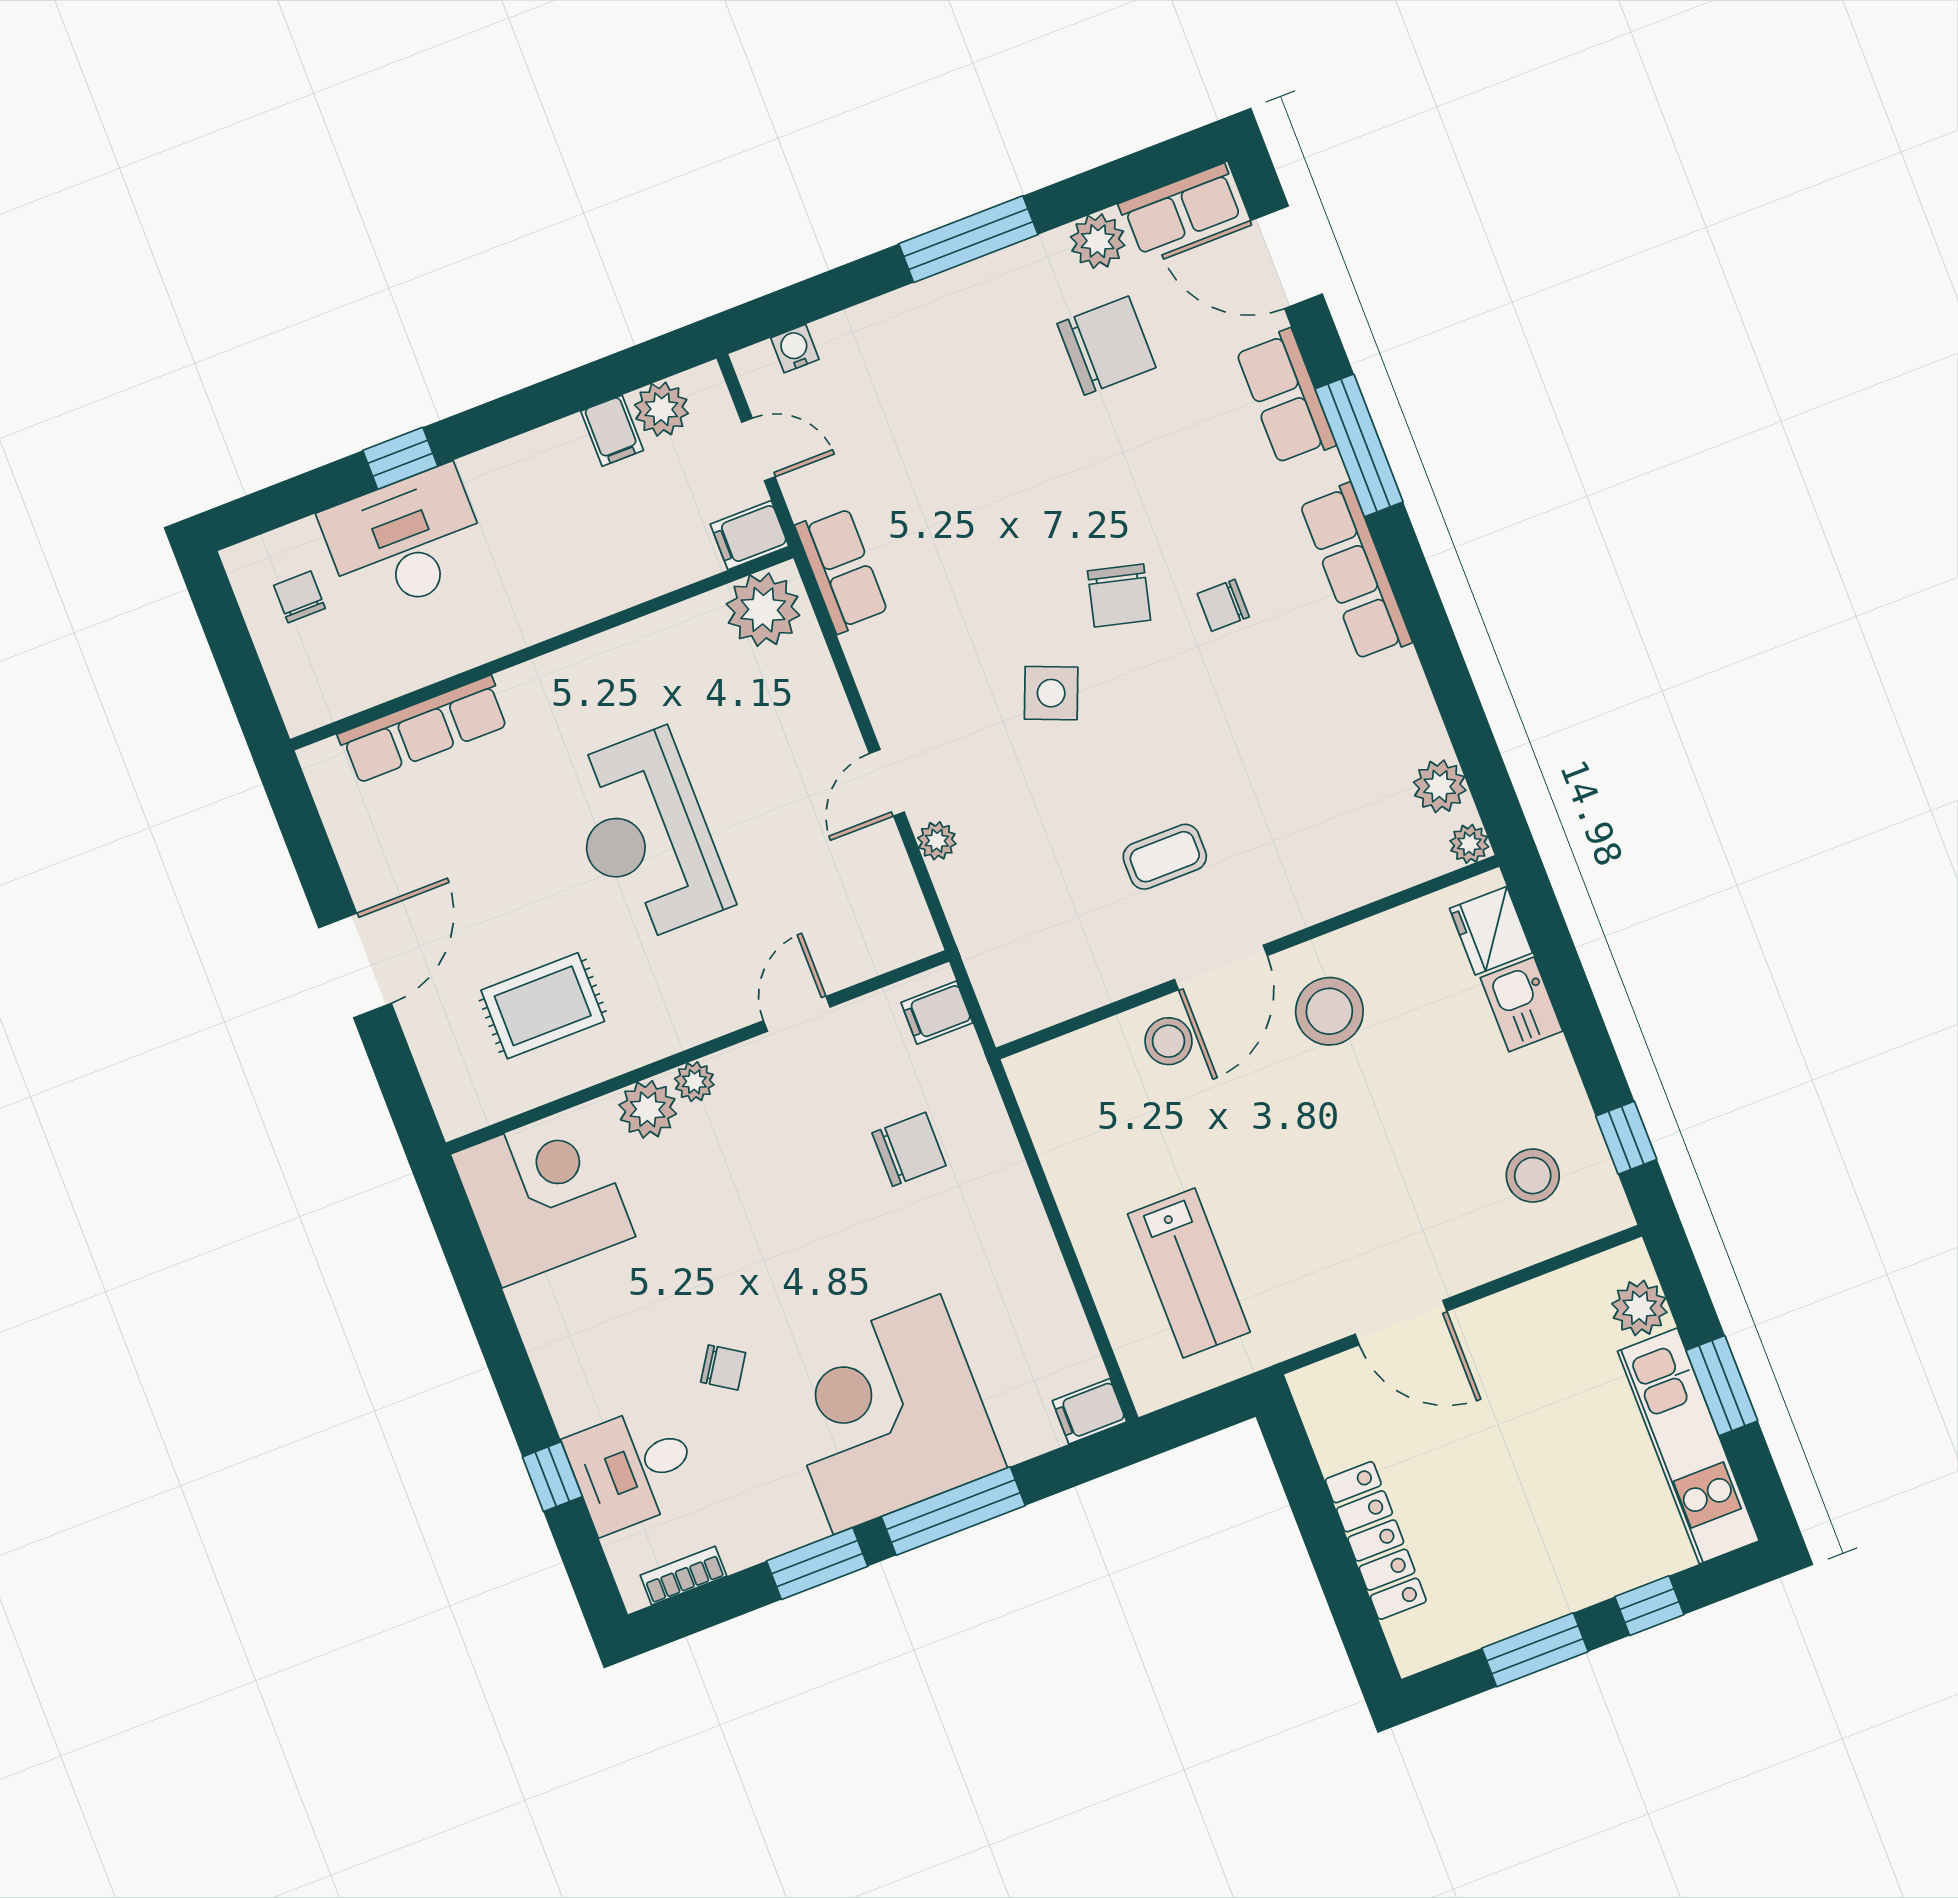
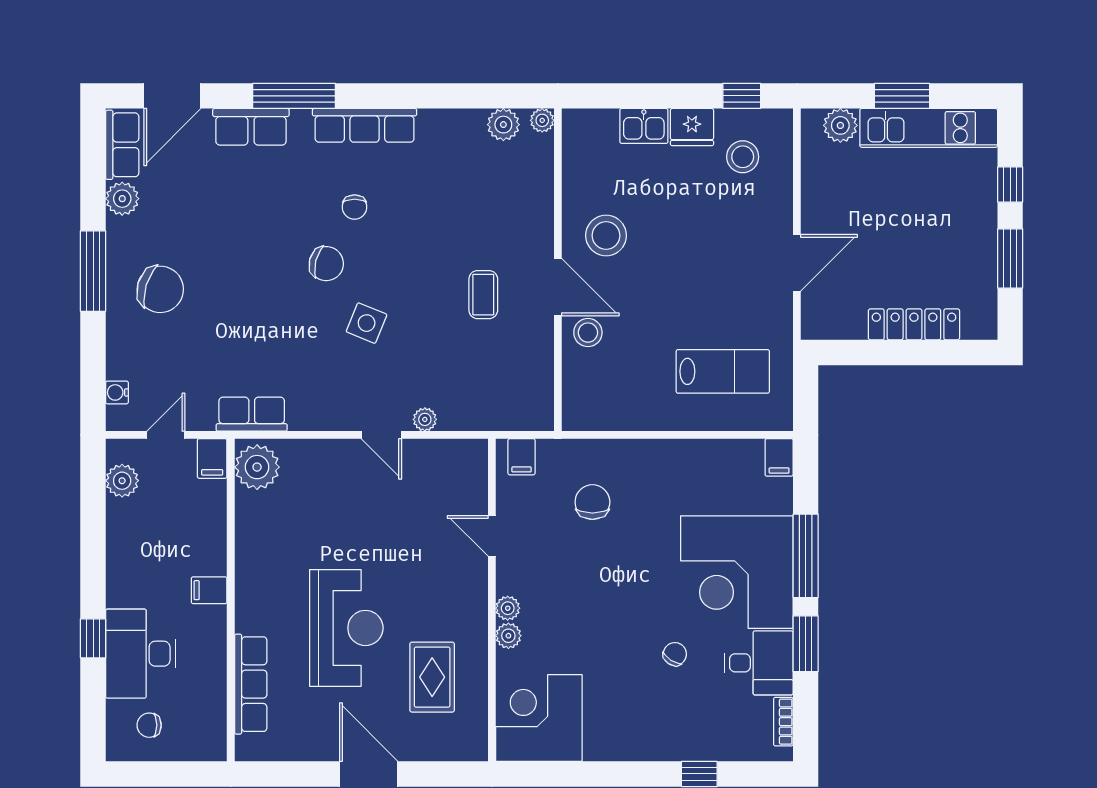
chair: (1106, 346) -> (160, 289), moved, turned 107
filing cabinet: (612, 431) -> (209, 590), moved, turned 180
reception desk: (645, 836) -> (346, 628), moved, turned -90
fridge: (1491, 931) -> (692, 127), moved
plant: (648, 1109) -> (508, 636), width x0.73, depth x0.73
desk: (633, 1468) -> (759, 663), moved, turned -90

